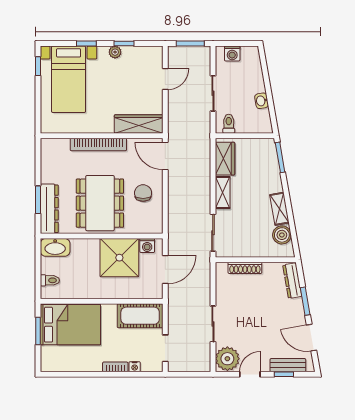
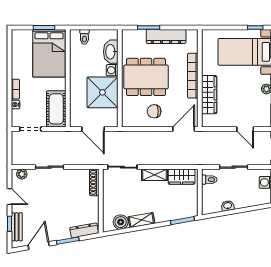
wardrobe: (139, 124) -> (209, 95), moved
chair: (143, 193) -> (154, 111), turned 180
dresser: (49, 209) -> (166, 36), moved
washing machine: (147, 246) -> (112, 70), moved
washbasin: (55, 247) -> (111, 52), moved
shoe rack: (245, 268) -> (94, 182), moved
plant: (227, 359) -> (22, 174), width x0.53, depth x0.53

